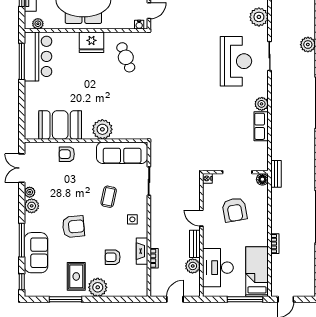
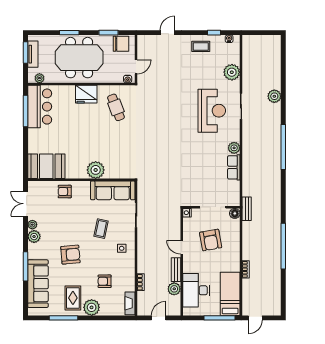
booth: (60, 125) -> (46, 166), moved
fireplace: (142, 251) -> (130, 303), moved
sofa: (36, 253) -> (38, 284), width x1.36
window: (22, 282) -> (25, 302), removed

